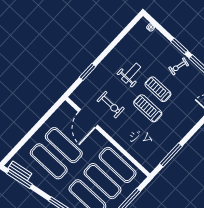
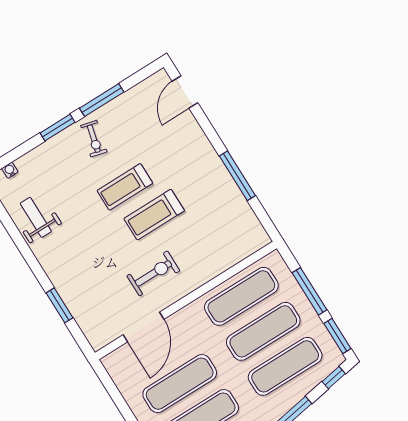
weight bench: (131, 73) -> (36, 217), moved
exercise bike: (111, 105) -> (153, 273), moved
door: (88, 119) -> (144, 327), hinge flipped
window: (171, 155) -> (237, 176), moved

